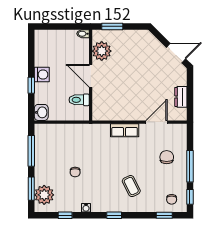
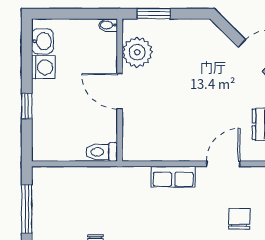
washing machine: (42, 75) -> (43, 67), moved
toilet: (79, 100) -> (102, 152), moved
washbasin: (41, 112) -> (42, 41), moved

